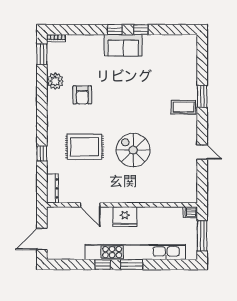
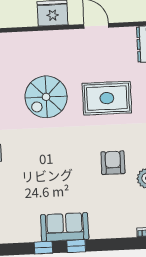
spiral stairs: (133, 150) -> (46, 97), turned 90

